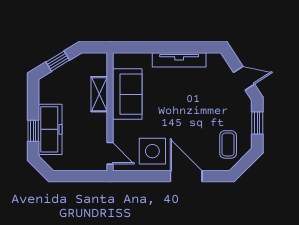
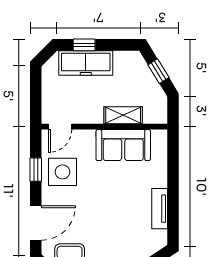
tv unit: (179, 60) -> (160, 209), width x0.71
window: (150, 176) -> (36, 170), added
door: (186, 176) -> (36, 223), moved

